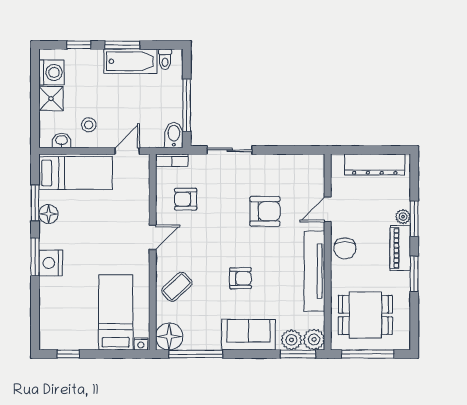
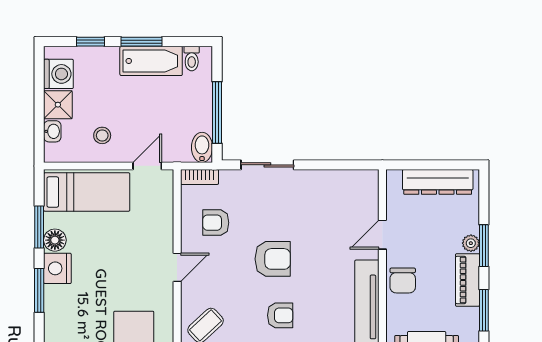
washbasin: (62, 141) -> (52, 131), moved, turned 90
armchair: (265, 211) -> (273, 259), moved
nightstand: (51, 263) -> (57, 268), moved

